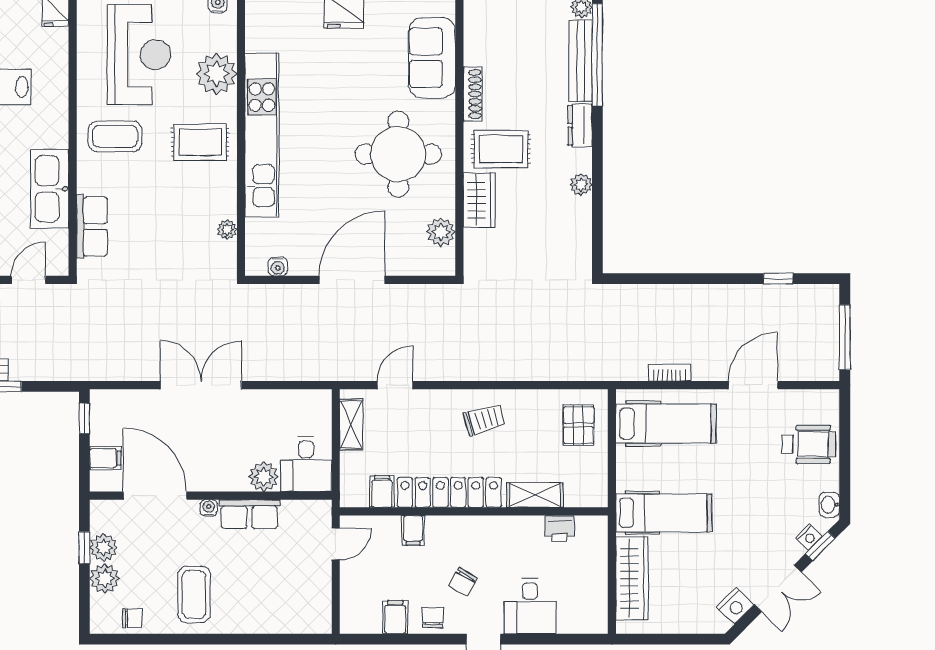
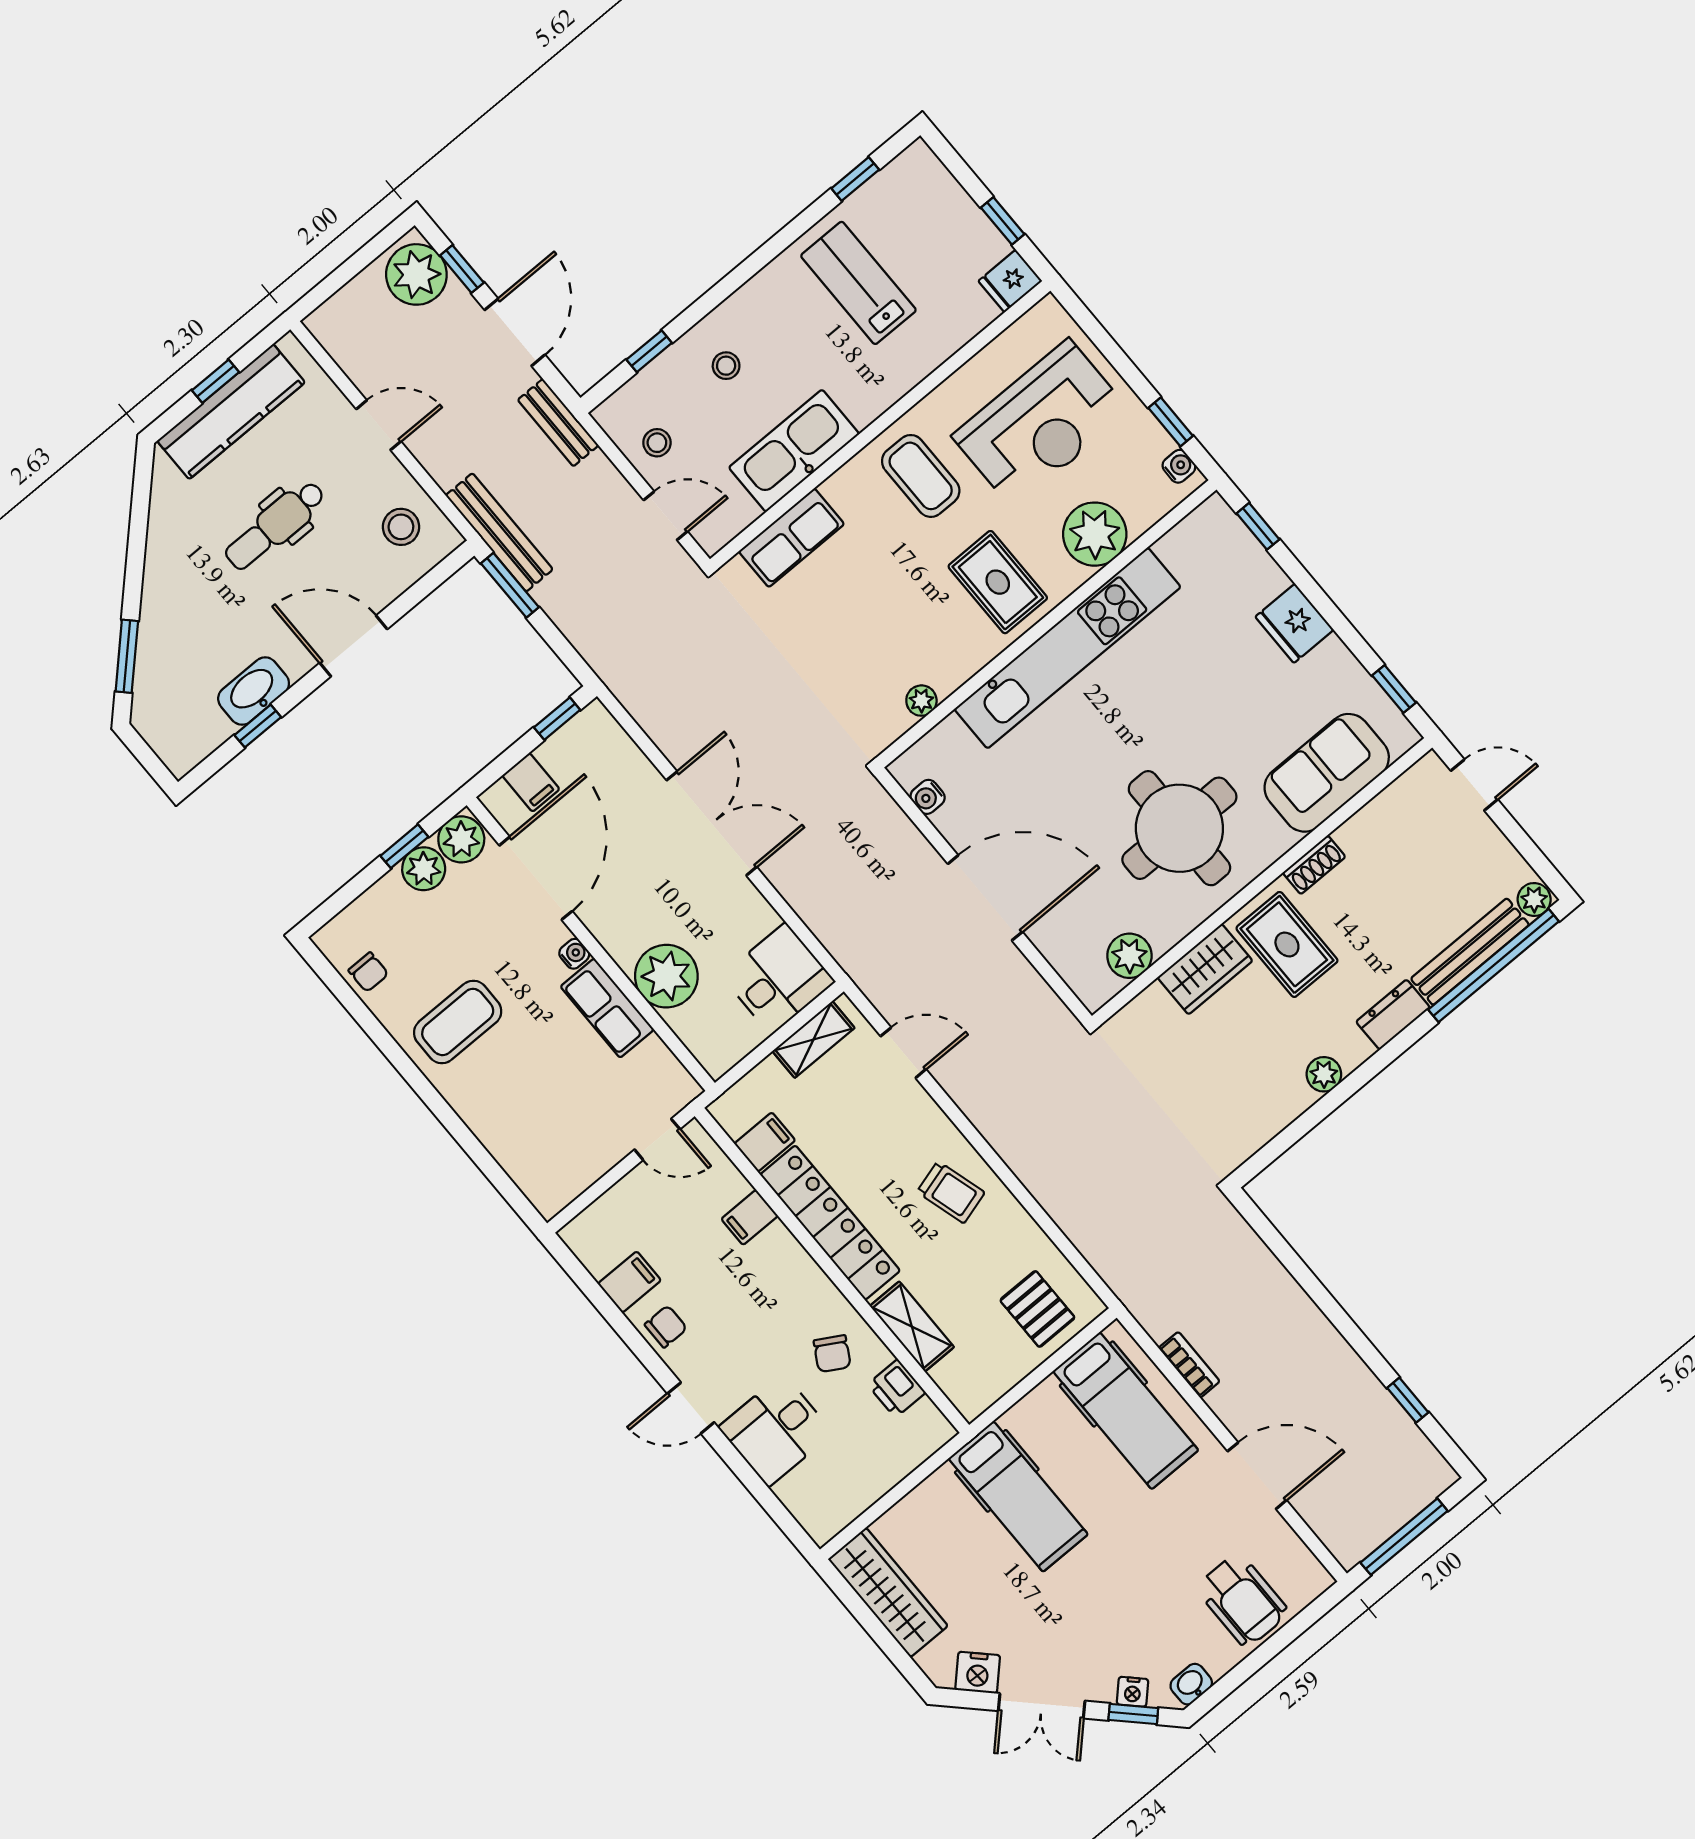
shoe rack: (473, 94) -> (1314, 865), width x0.70
pallet: (579, 425) -> (1037, 1309), turned 90
desk: (306, 464) -> (778, 979), moved, turned 180
plant: (264, 477) -> (666, 976), width x1.36, depth x1.36
wardrobe: (632, 578) -> (888, 1592), moved, turned -90
plant: (105, 579) -> (461, 839), moved
chair: (463, 582) -> (832, 1354), moved, turned -90

